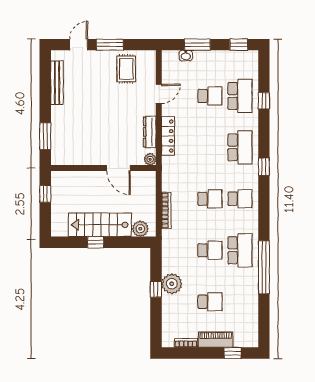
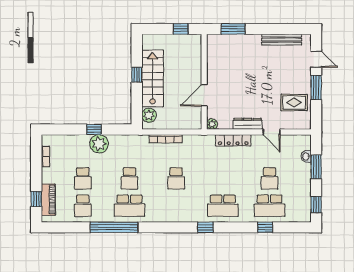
dresser: (150, 132) -> (248, 124), moved
school desk: (240, 199) -> (83, 206), moved
piano: (216, 340) -> (48, 200), moved

